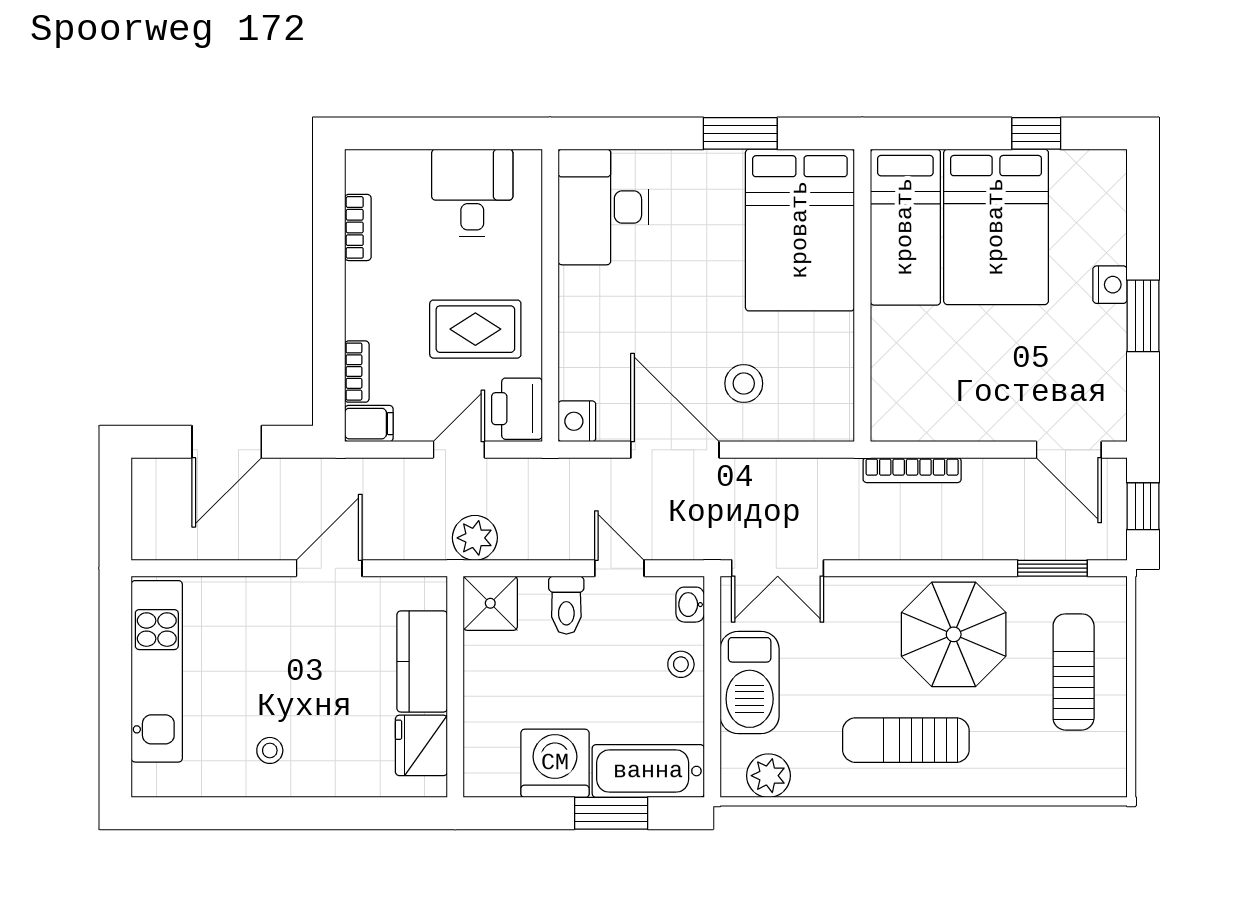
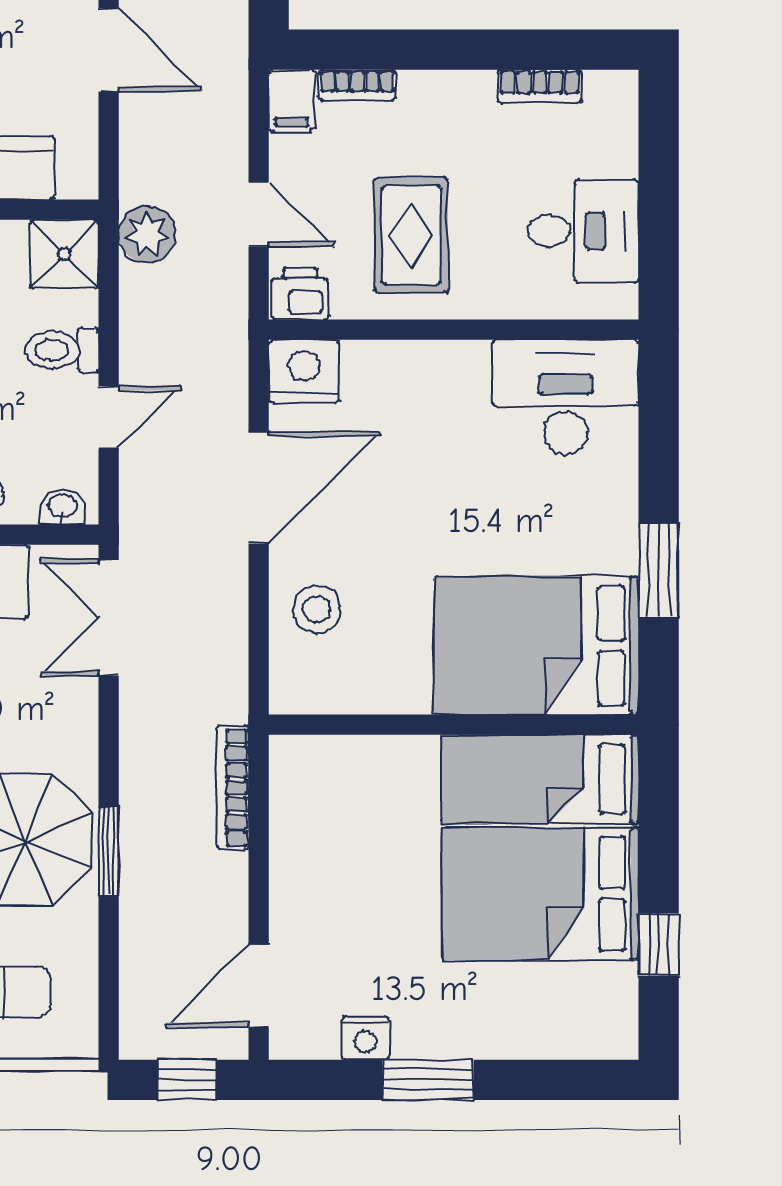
nightstand: (1110, 285) -> (366, 1038), moved
stool: (744, 383) -> (317, 609), moved
printer: (517, 409) -> (300, 294), width x0.73, depth x0.81
nightstand: (577, 421) -> (304, 371), width x1.36, depth x1.33
window: (1052, 568) -> (109, 851), moved

